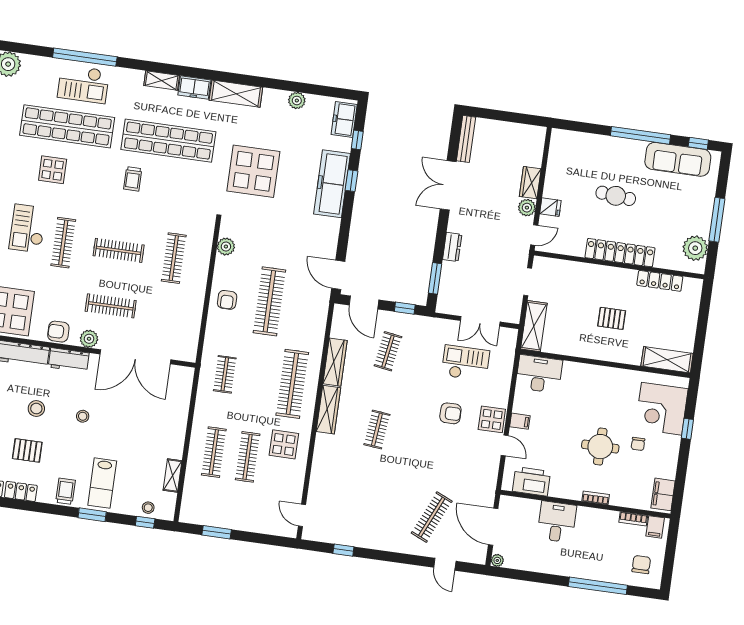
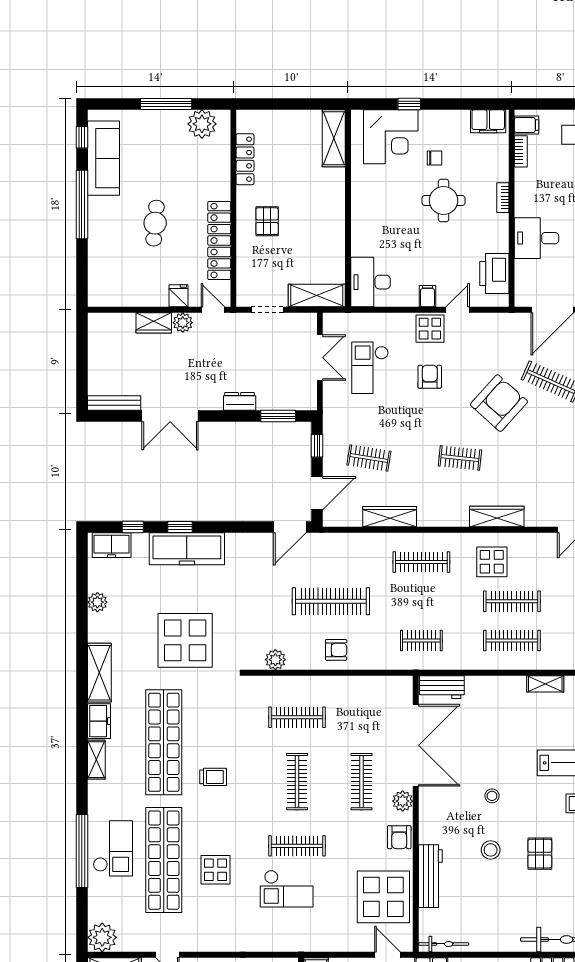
locker: (620, 253) -> (219, 241), moved
pallet: (612, 318) -> (267, 221), moved
workbench: (69, 360) -> (442, 687), moved, turned 90
clothes rail: (292, 384) -> (421, 562), width x0.73, depth x0.76
wardrobe: (328, 410) -> (497, 517), moved
armchair: (419, 470) -> (499, 403), added

